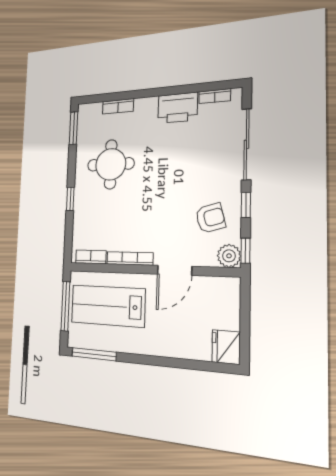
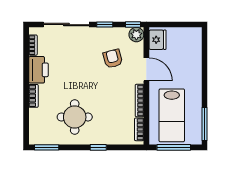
bookcase: (118, 106) -> (34, 96), moved
armchair: (210, 218) -> (113, 59), moved
fridge: (226, 347) -> (158, 40), moved, turned -90

